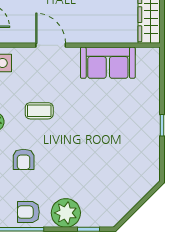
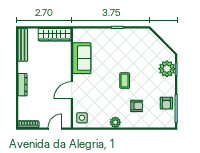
coffee table: (39, 111) -> (125, 81), moved
plant: (66, 213) -> (167, 69), moved

